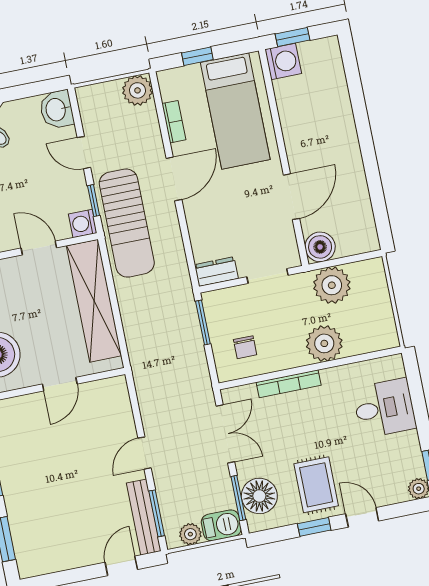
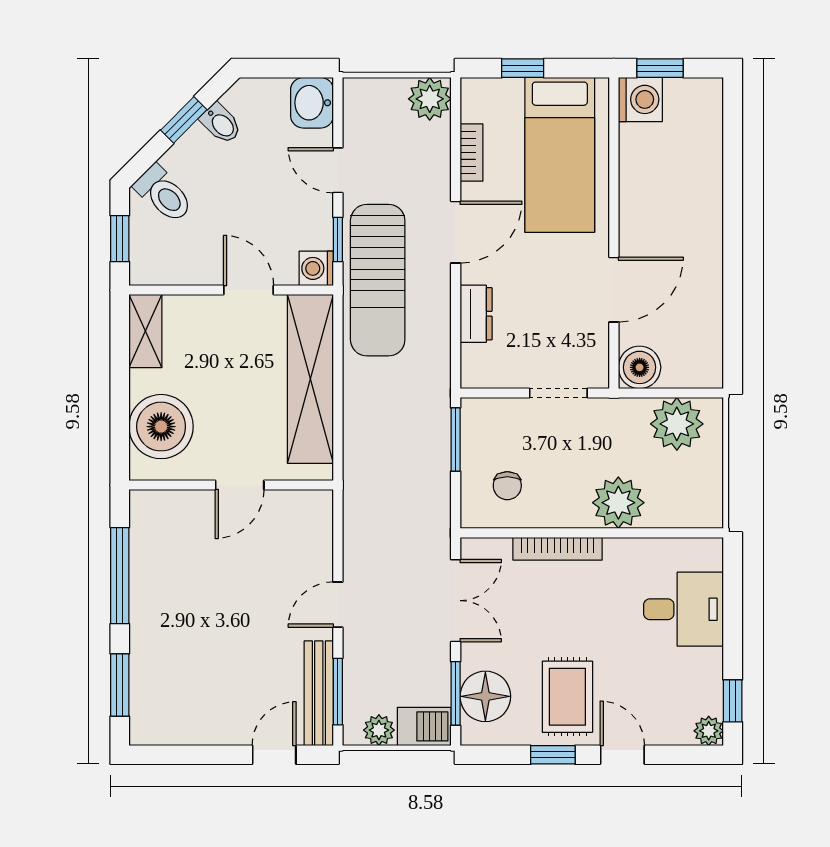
dresser: (216, 272) -> (476, 314), moved, turned 90
plant: (332, 285) -> (677, 424), moved

